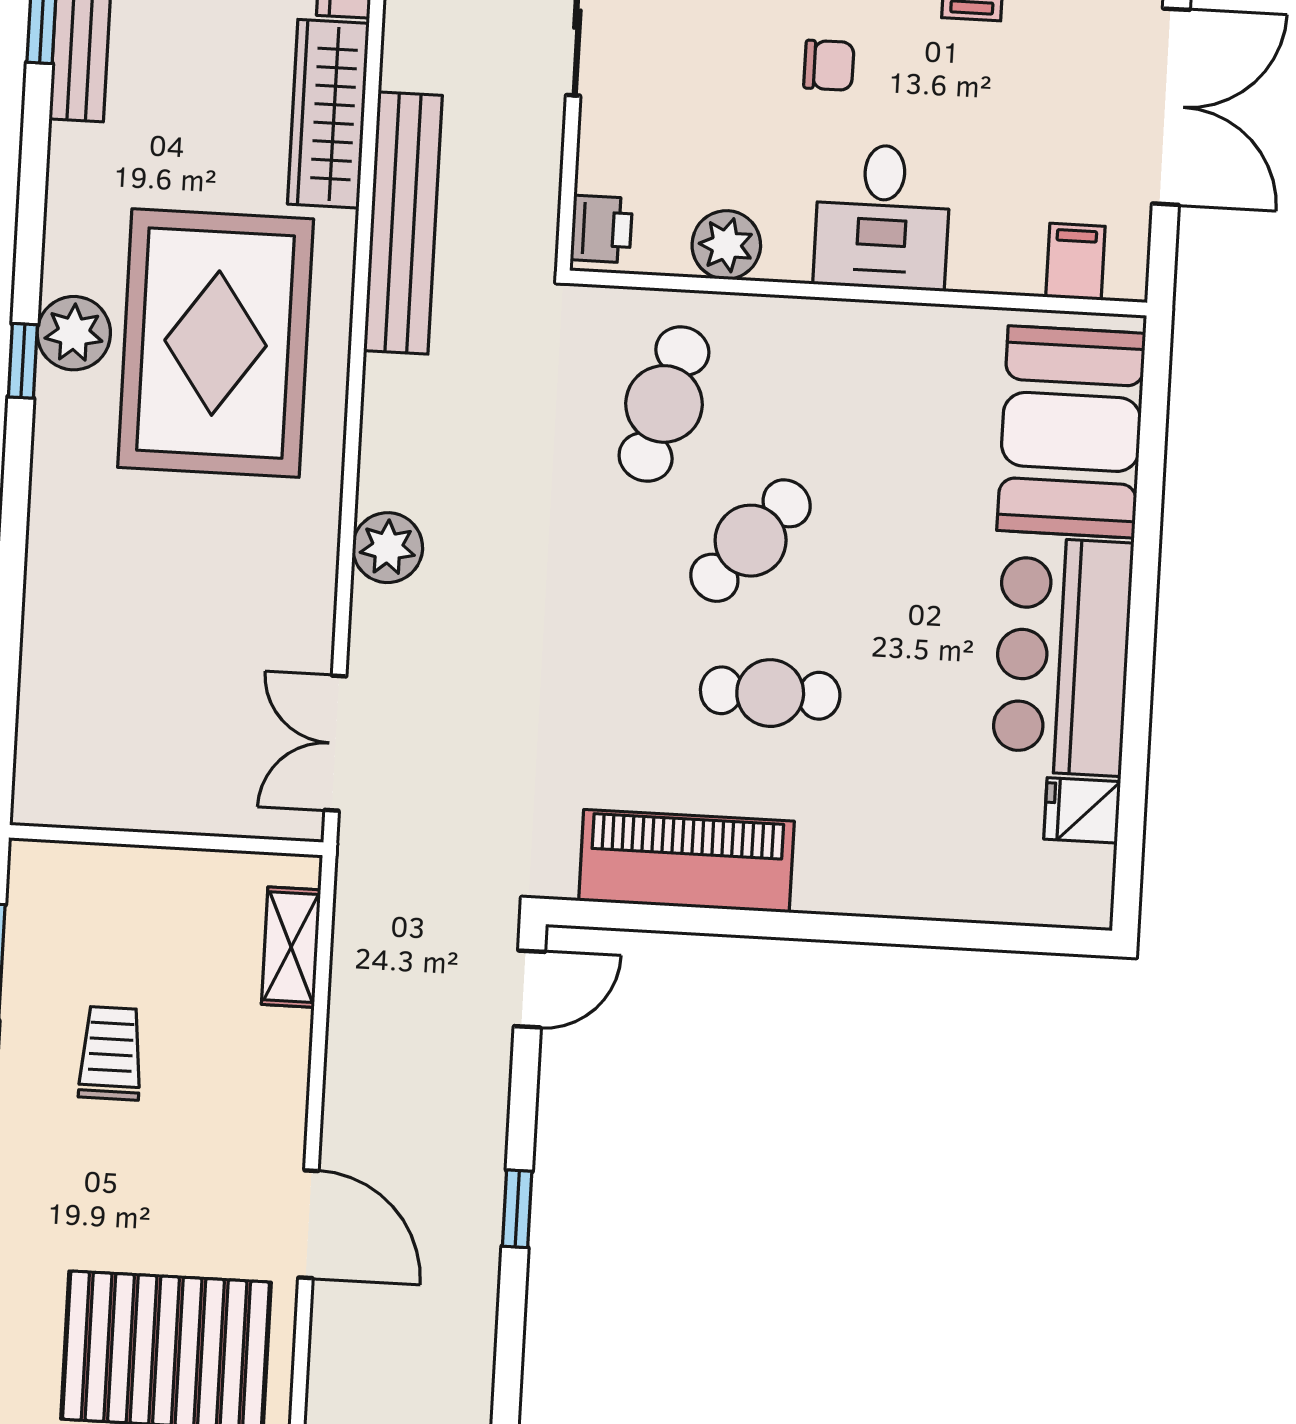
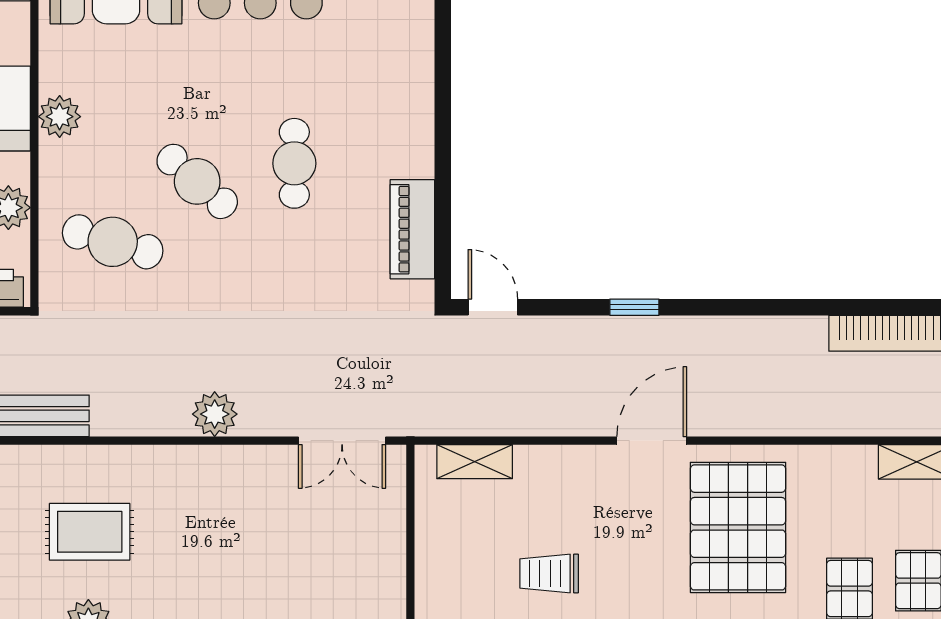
plant: (863, 332) -> (60, 117), added
rug: (216, 343) -> (90, 532), width x0.54, depth x0.49
piano: (686, 861) -> (412, 229), width x0.73, depth x0.75

